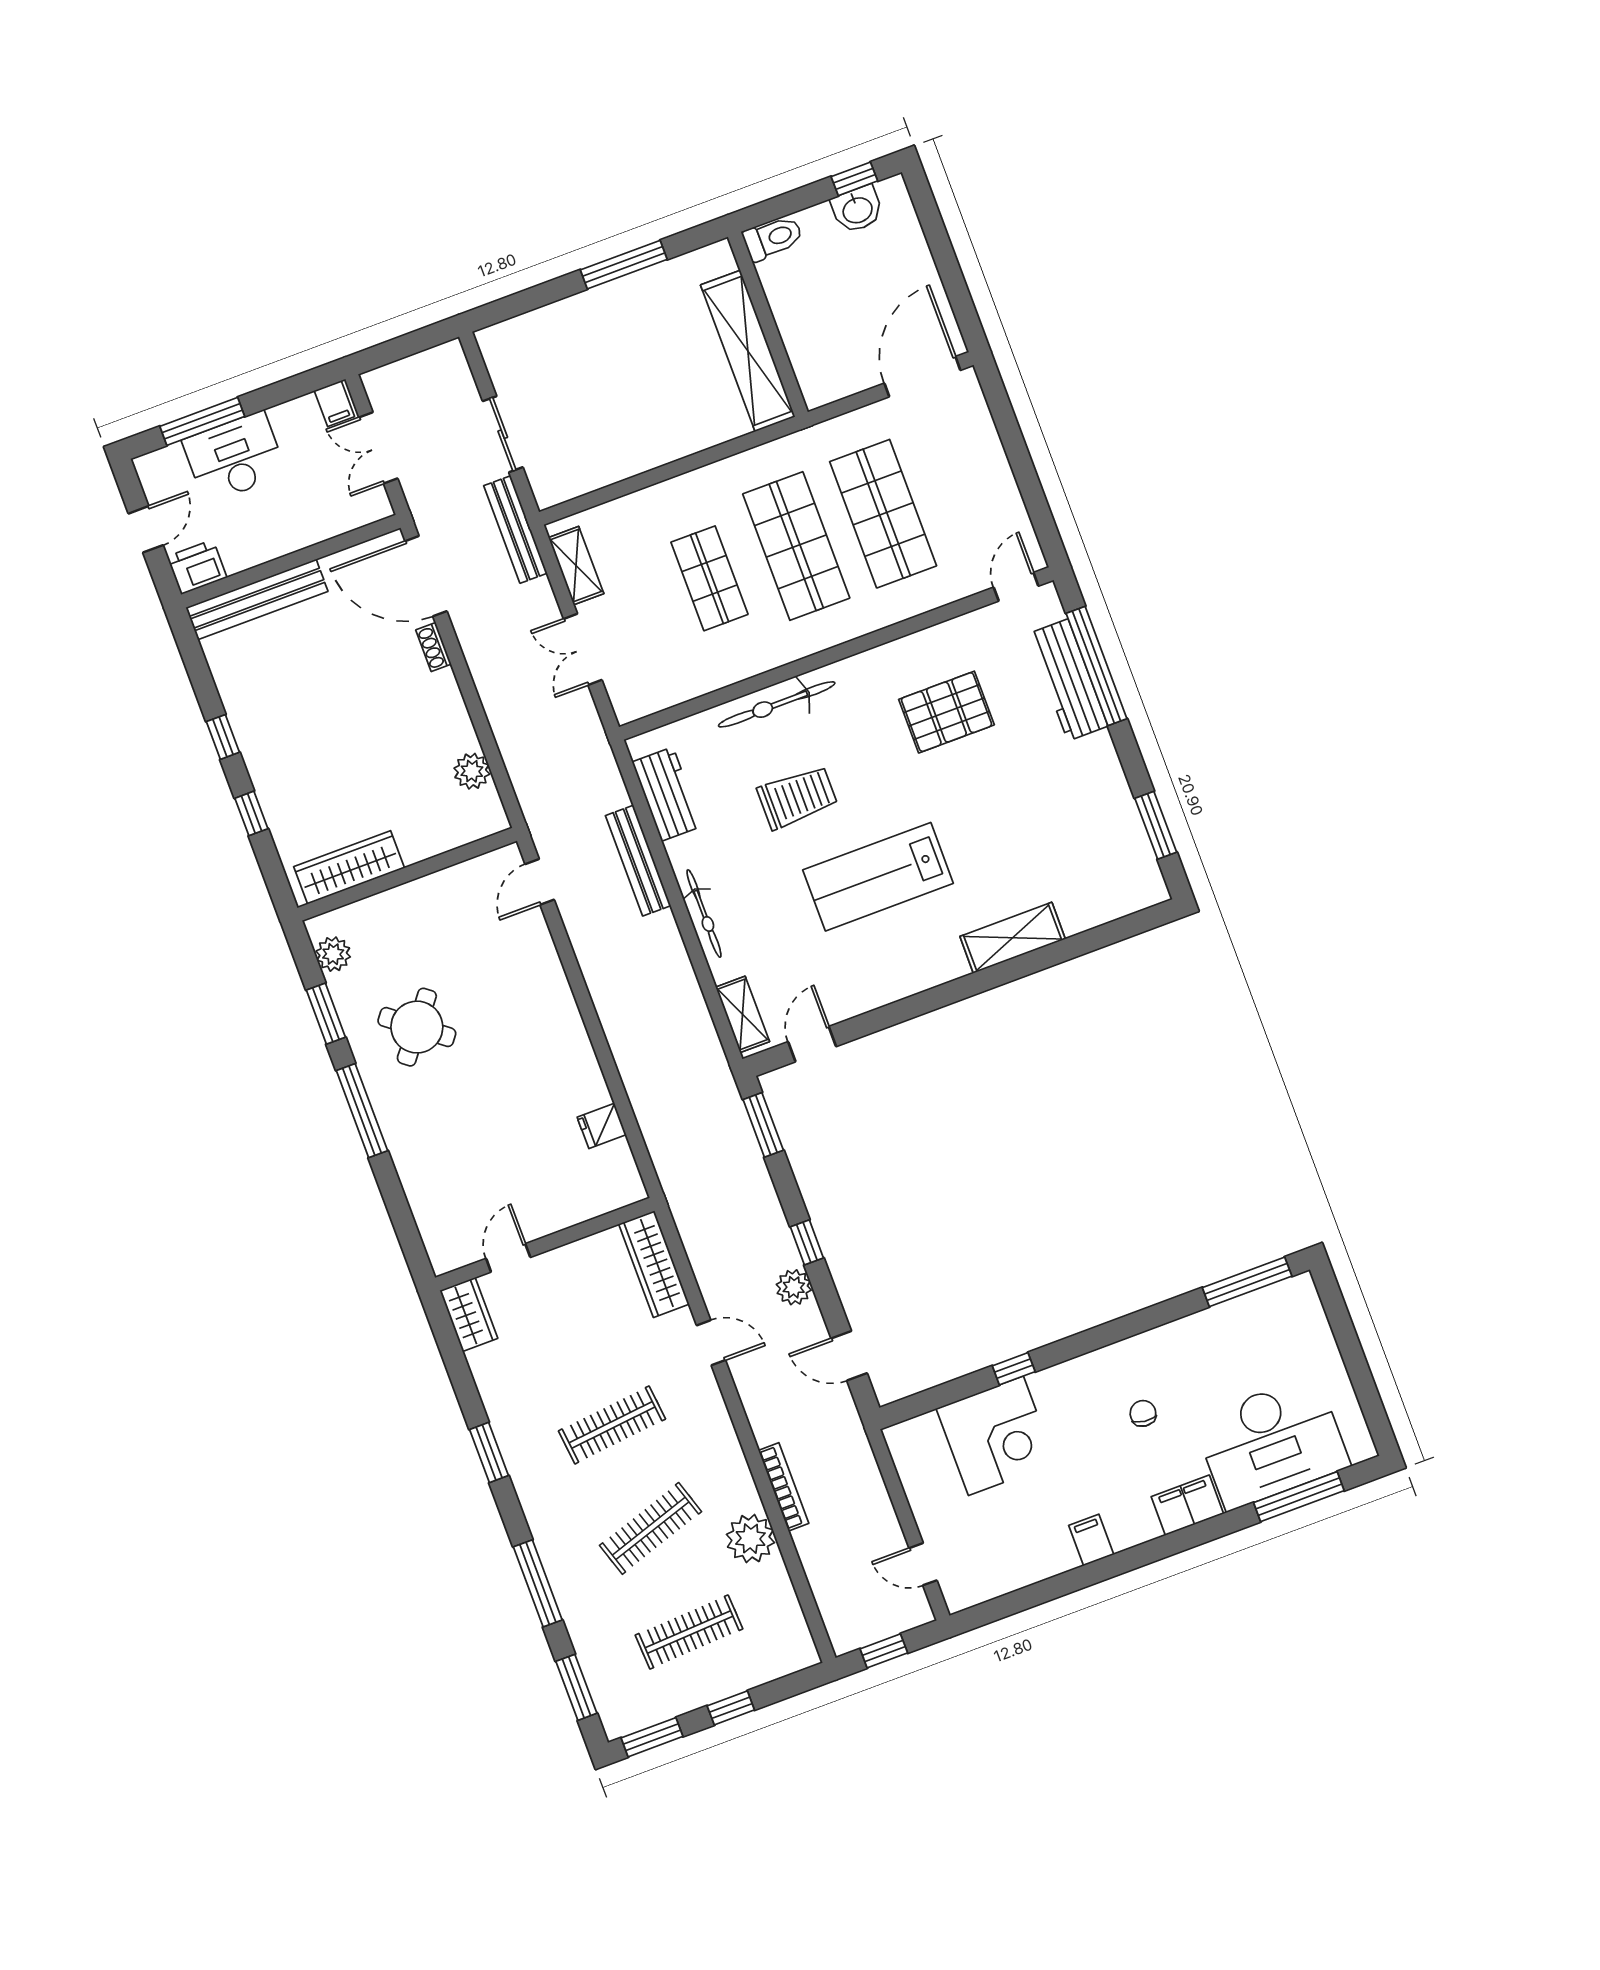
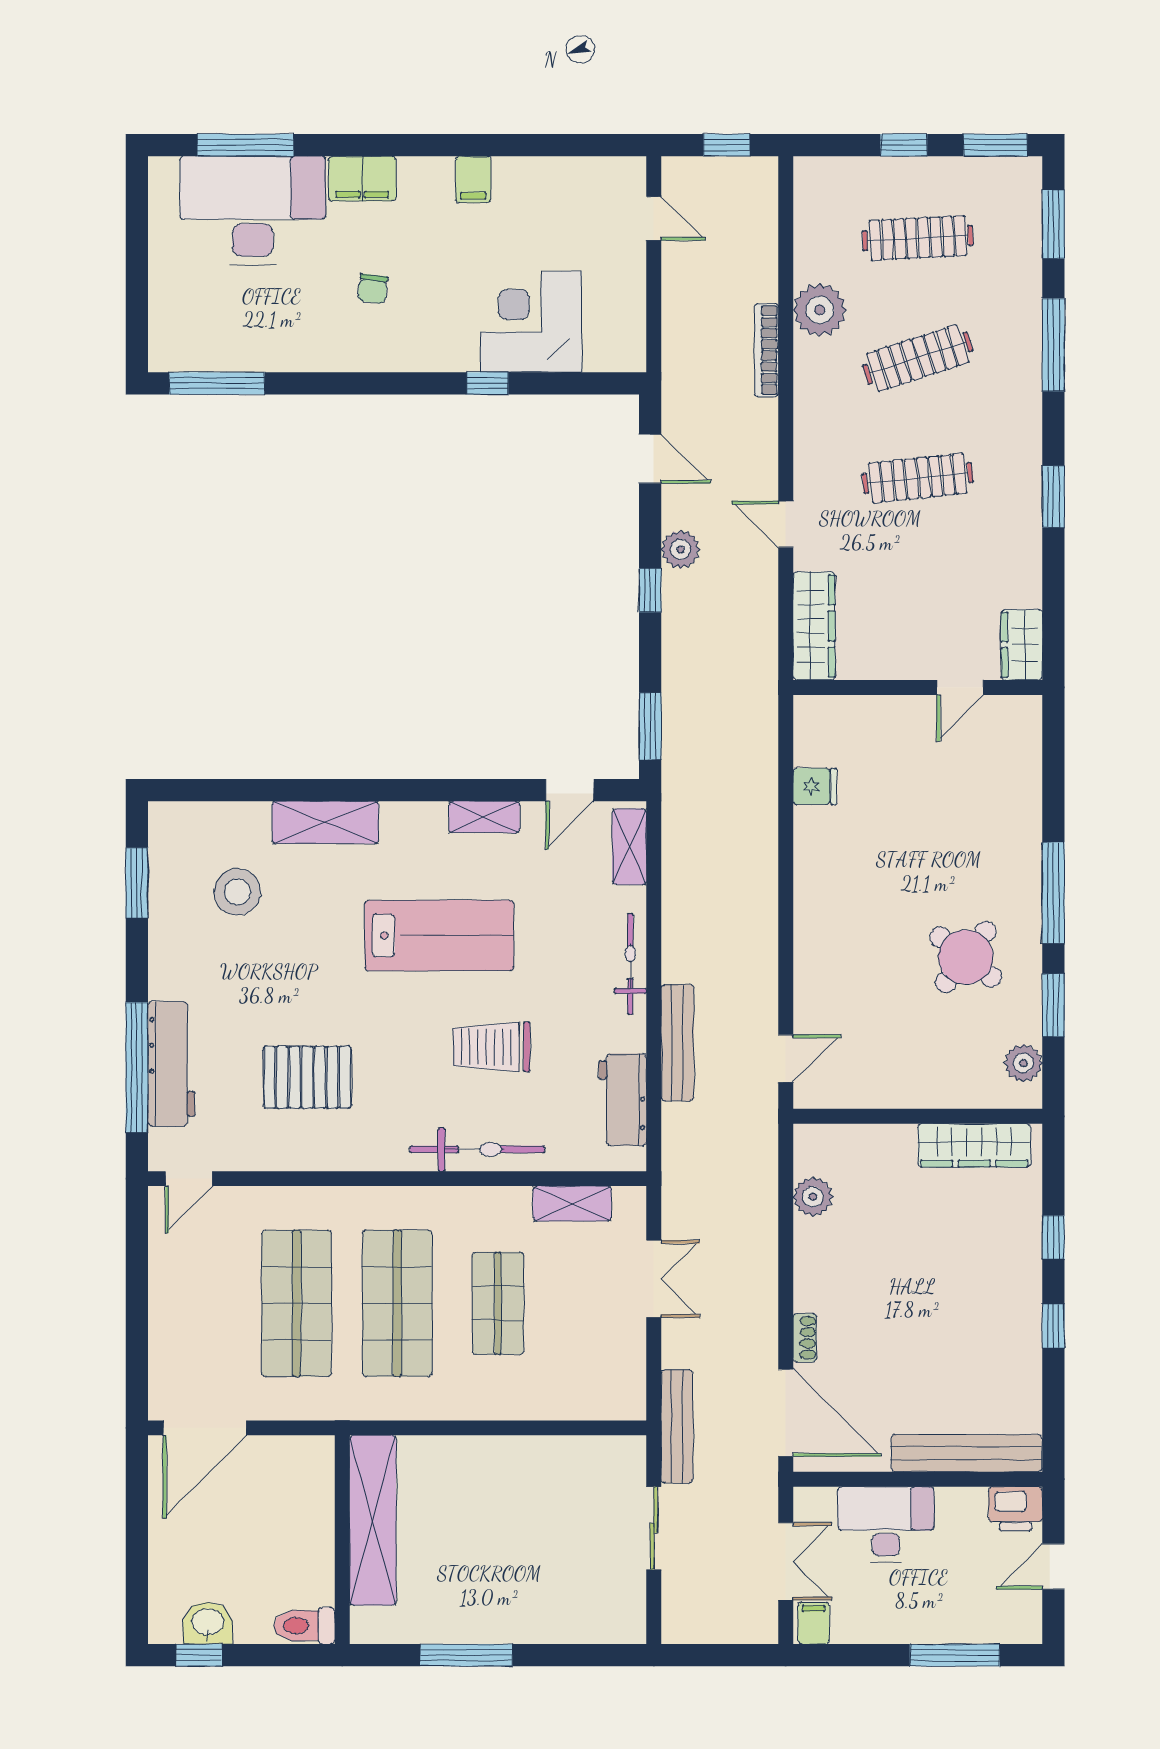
desk: (234, 457) -> (886, 1524), moved, turned 180
shelving: (576, 566) -> (572, 1204), moved, turned 90
stool: (1066, 850) -> (237, 892), added
shelving: (877, 993) -> (484, 817), added

